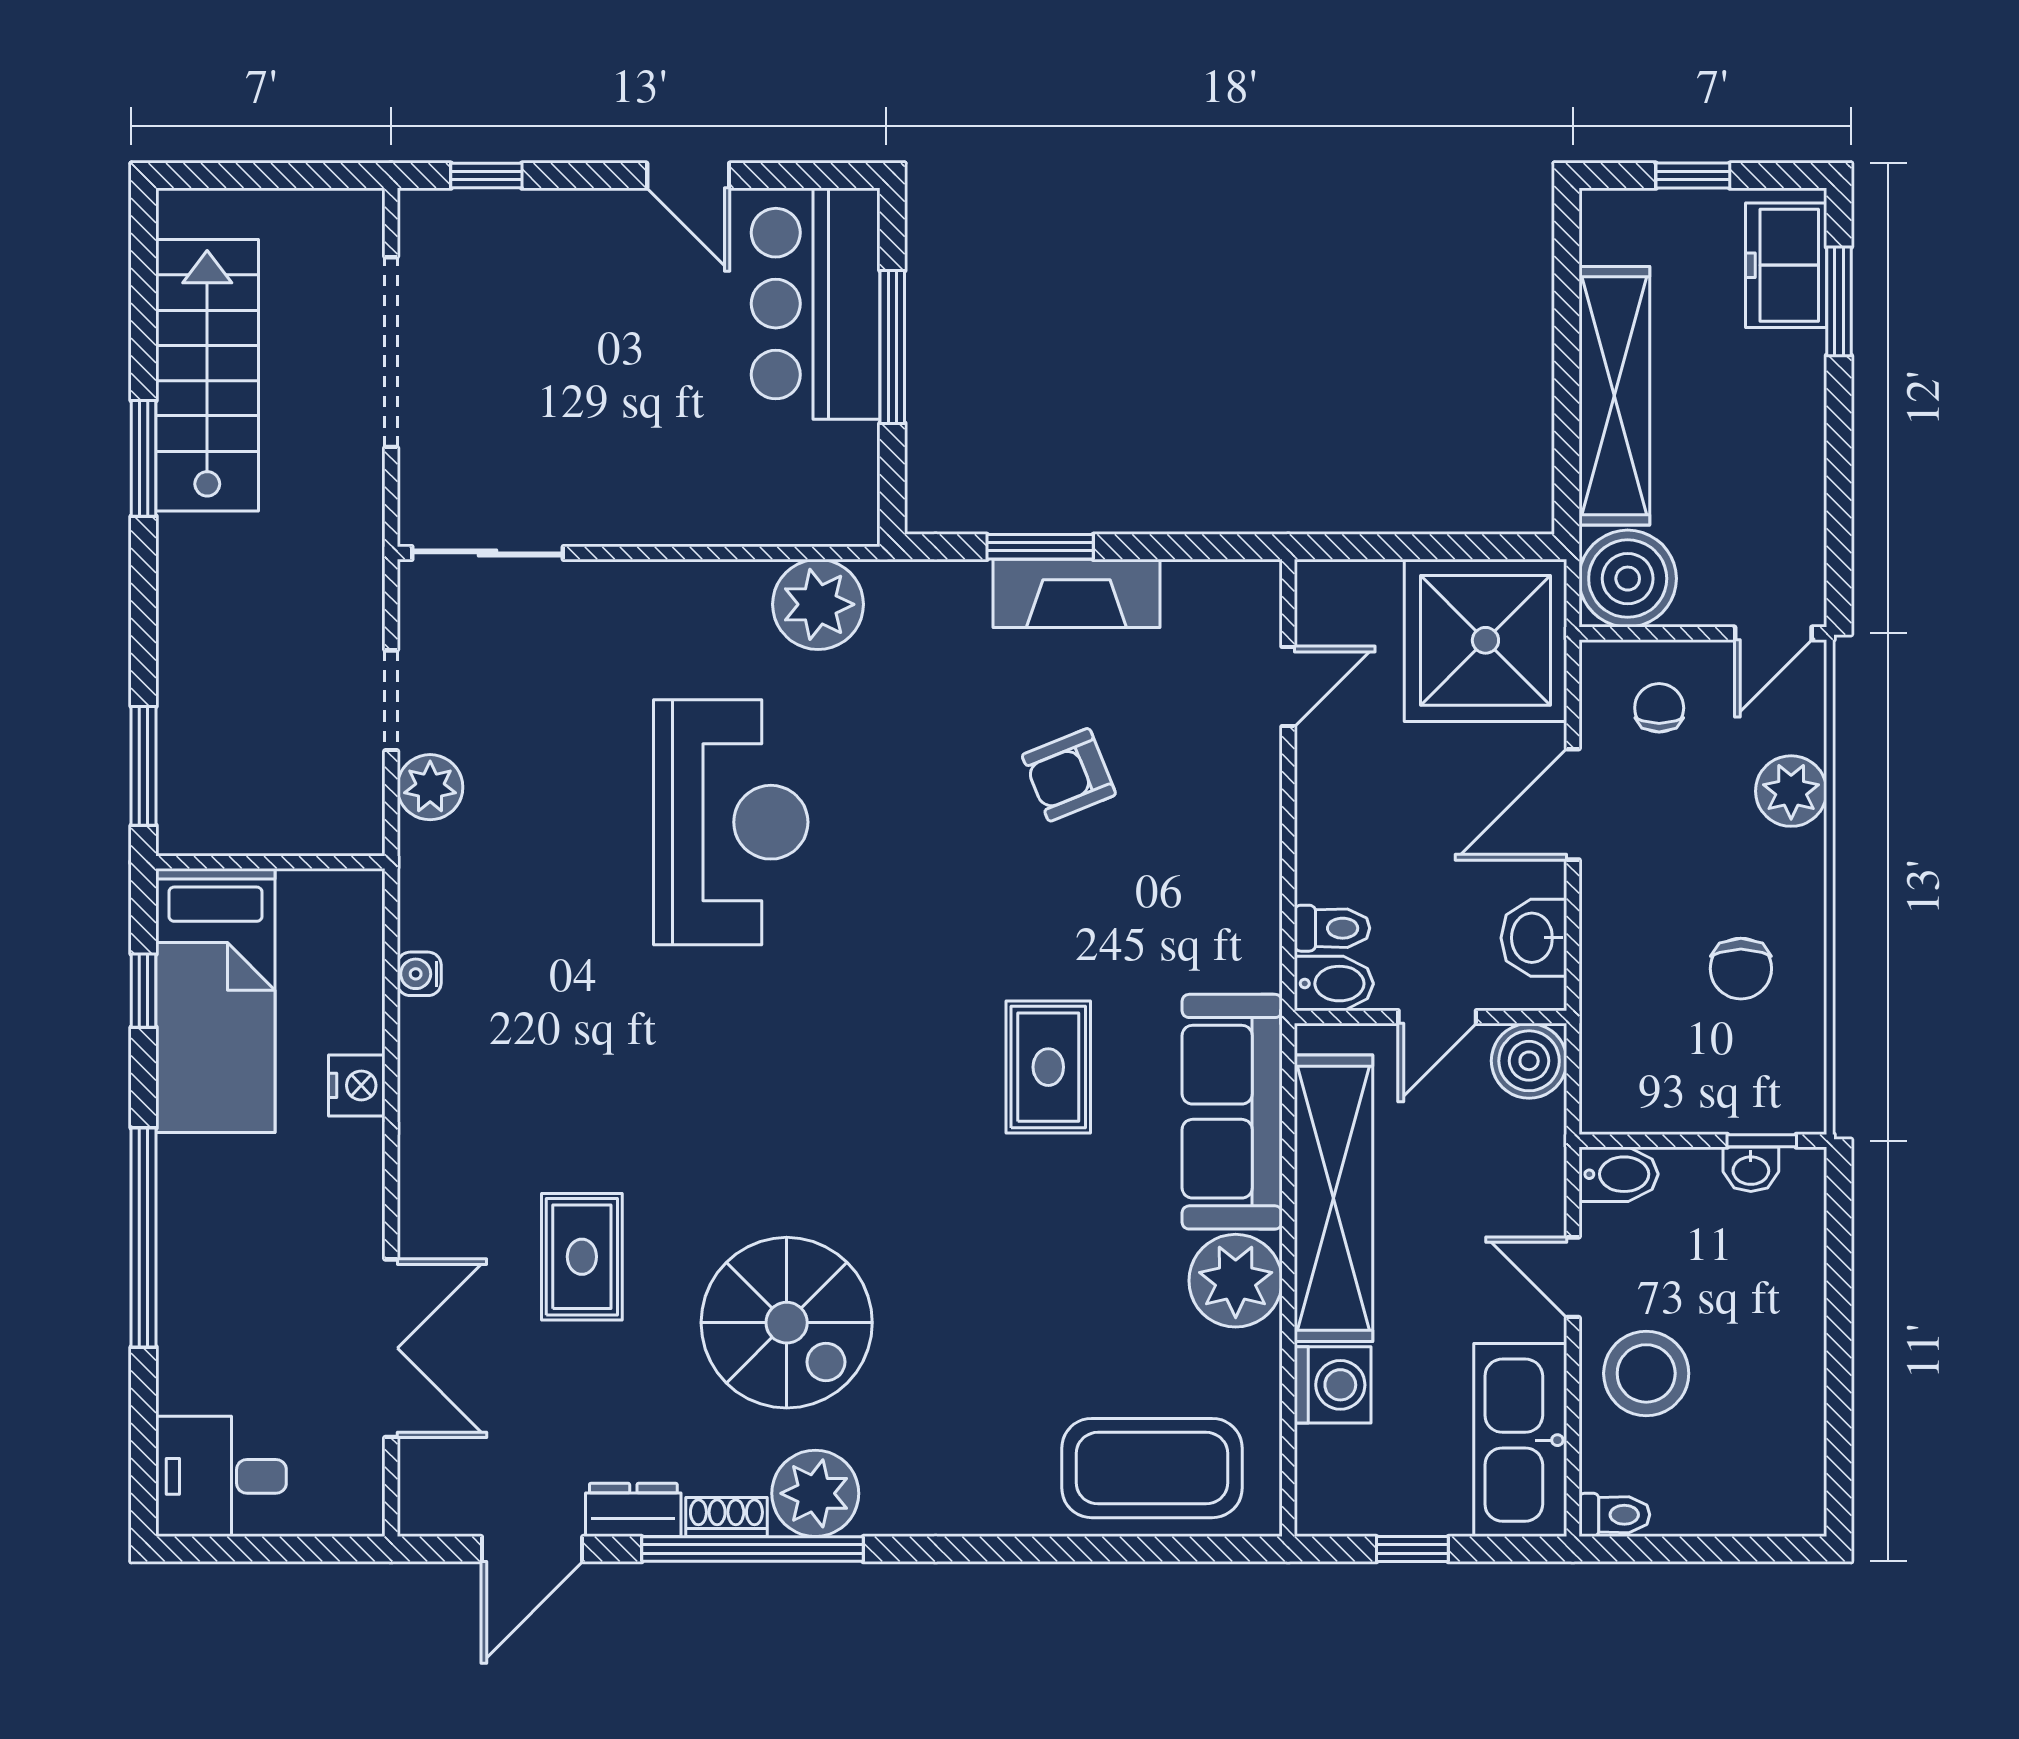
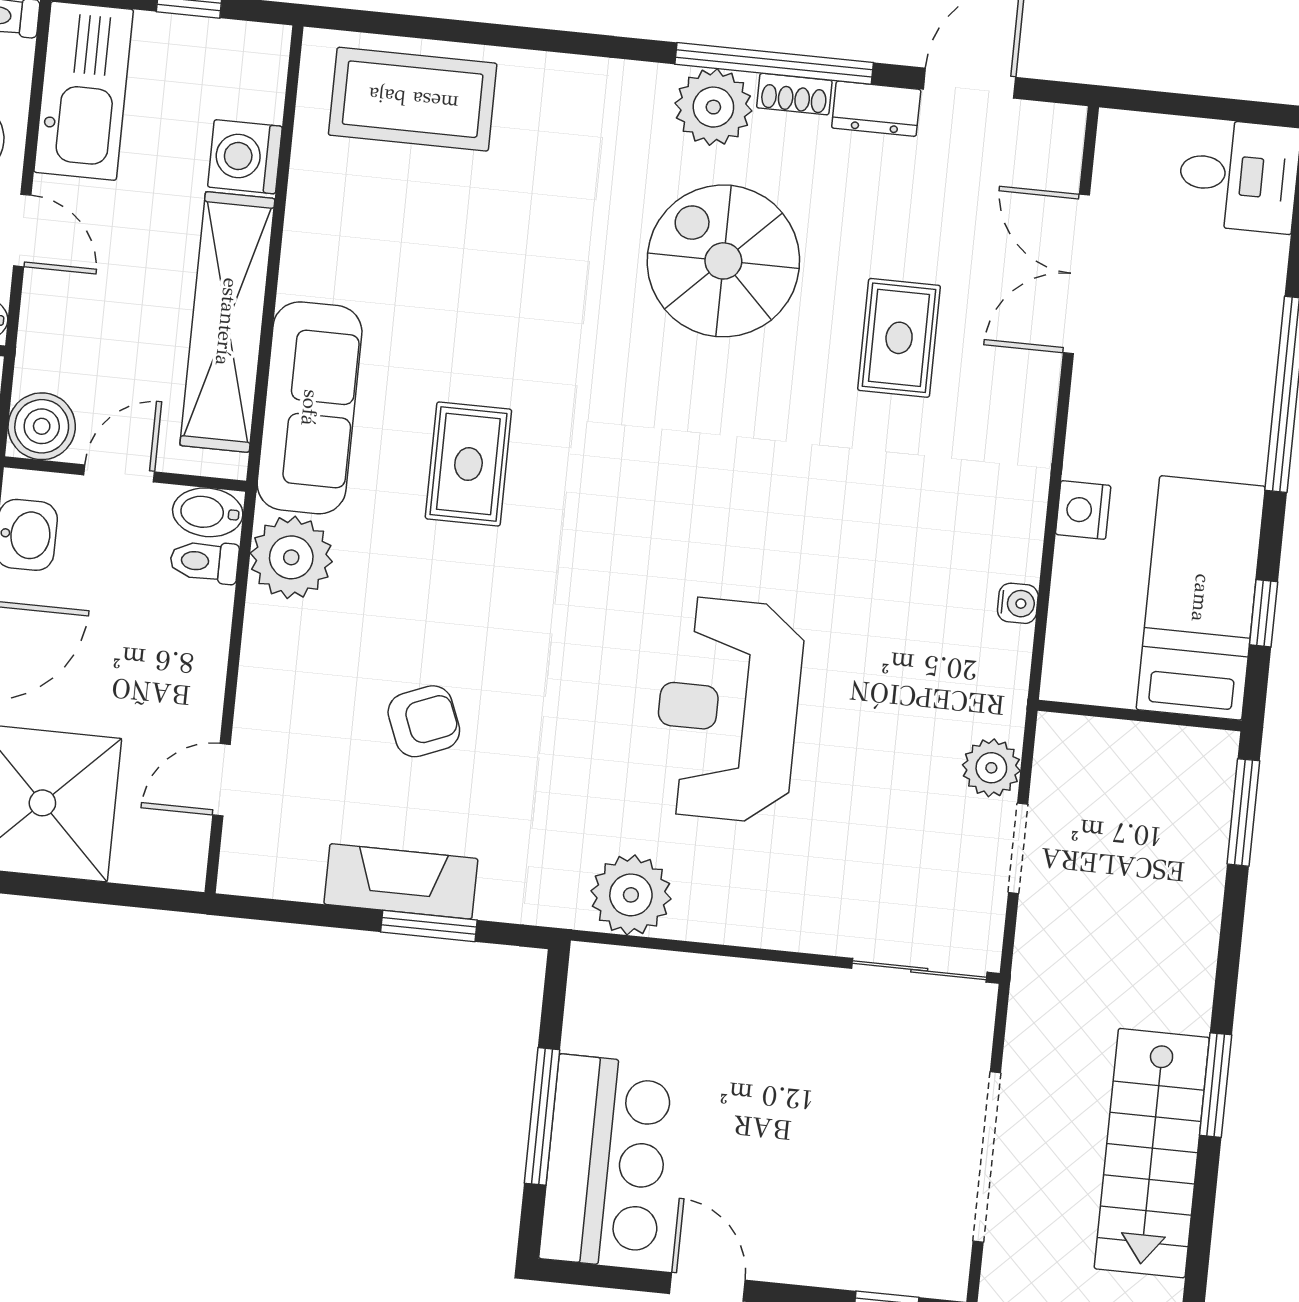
plant: (1236, 1281) -> (291, 557), moved

